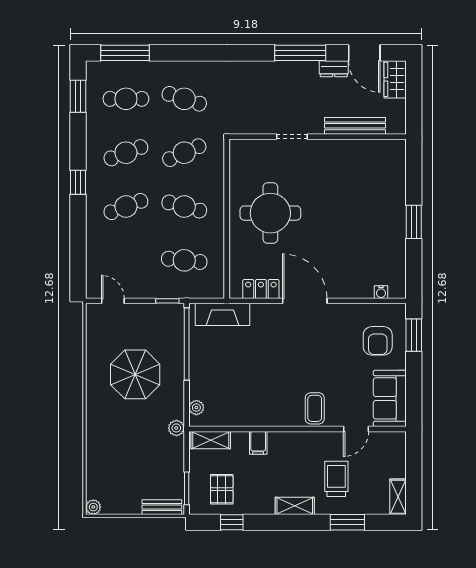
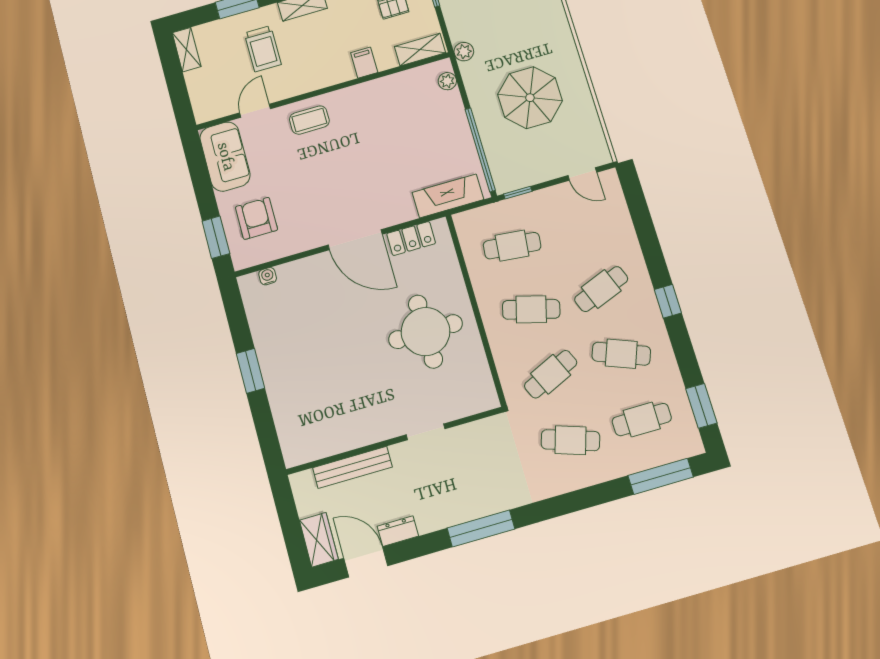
window: (300, 53) -> (481, 529), moved
cafe table: (126, 153) -> (621, 354), turned 42
coffee table: (315, 408) -> (309, 120), turned 90

